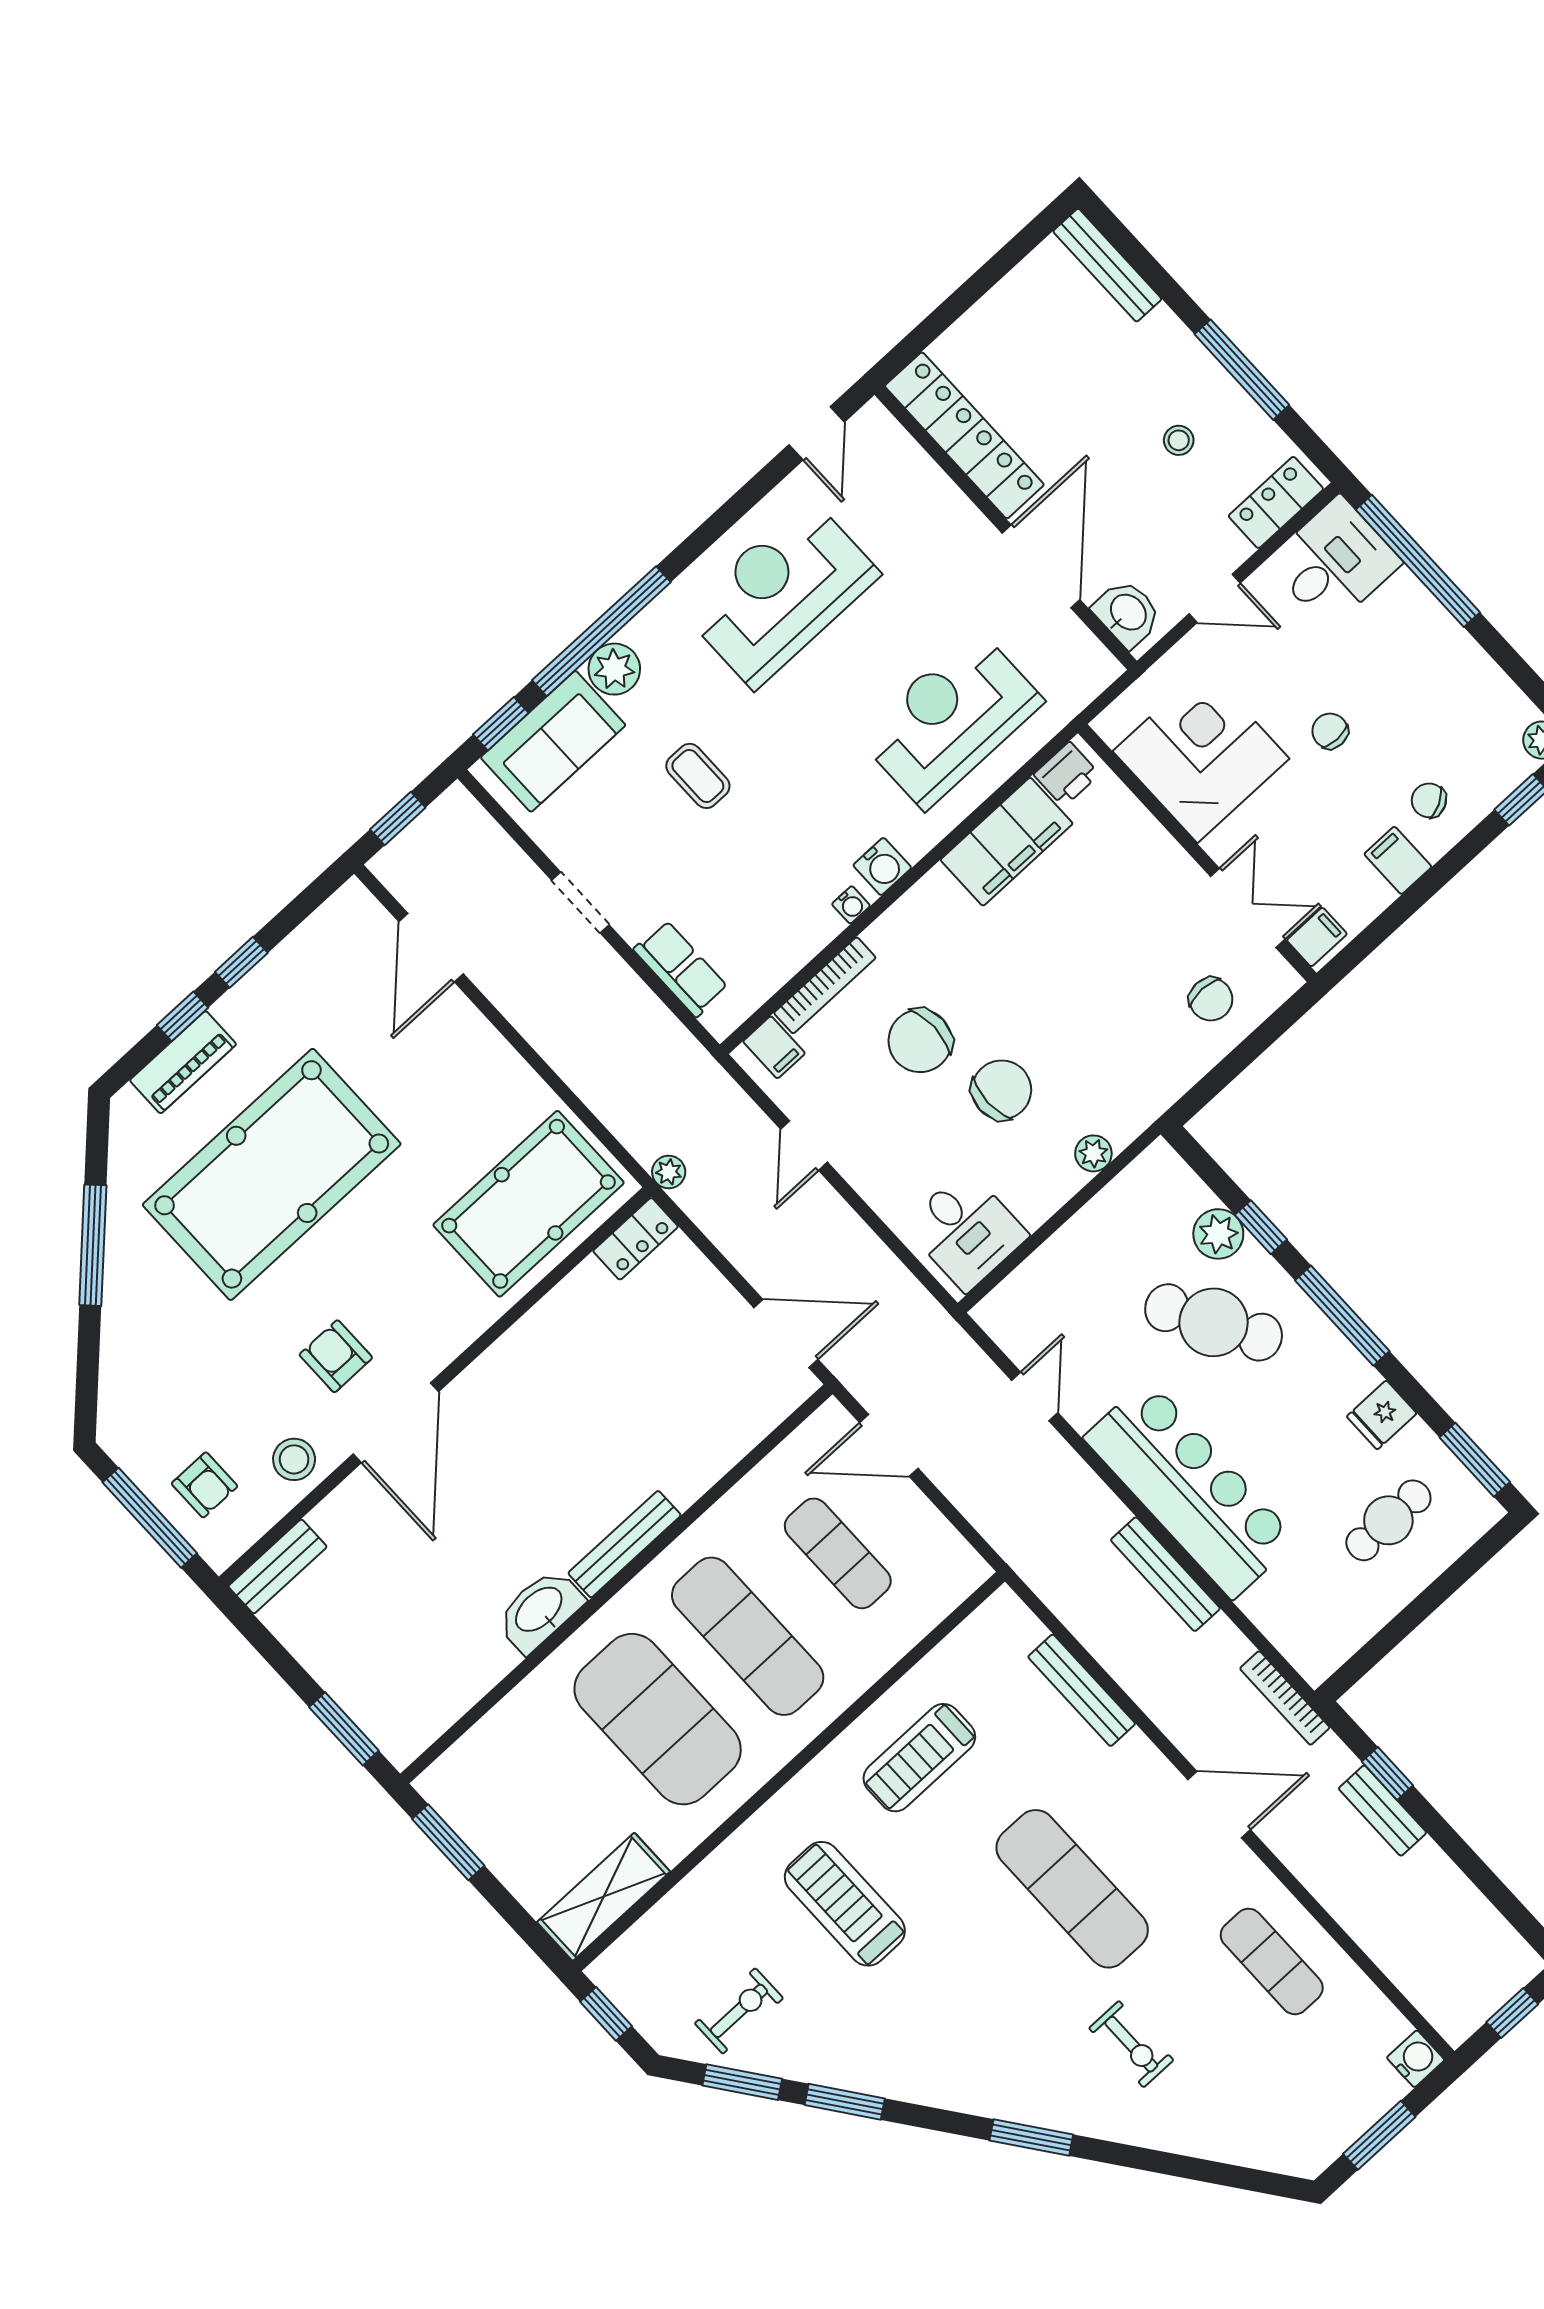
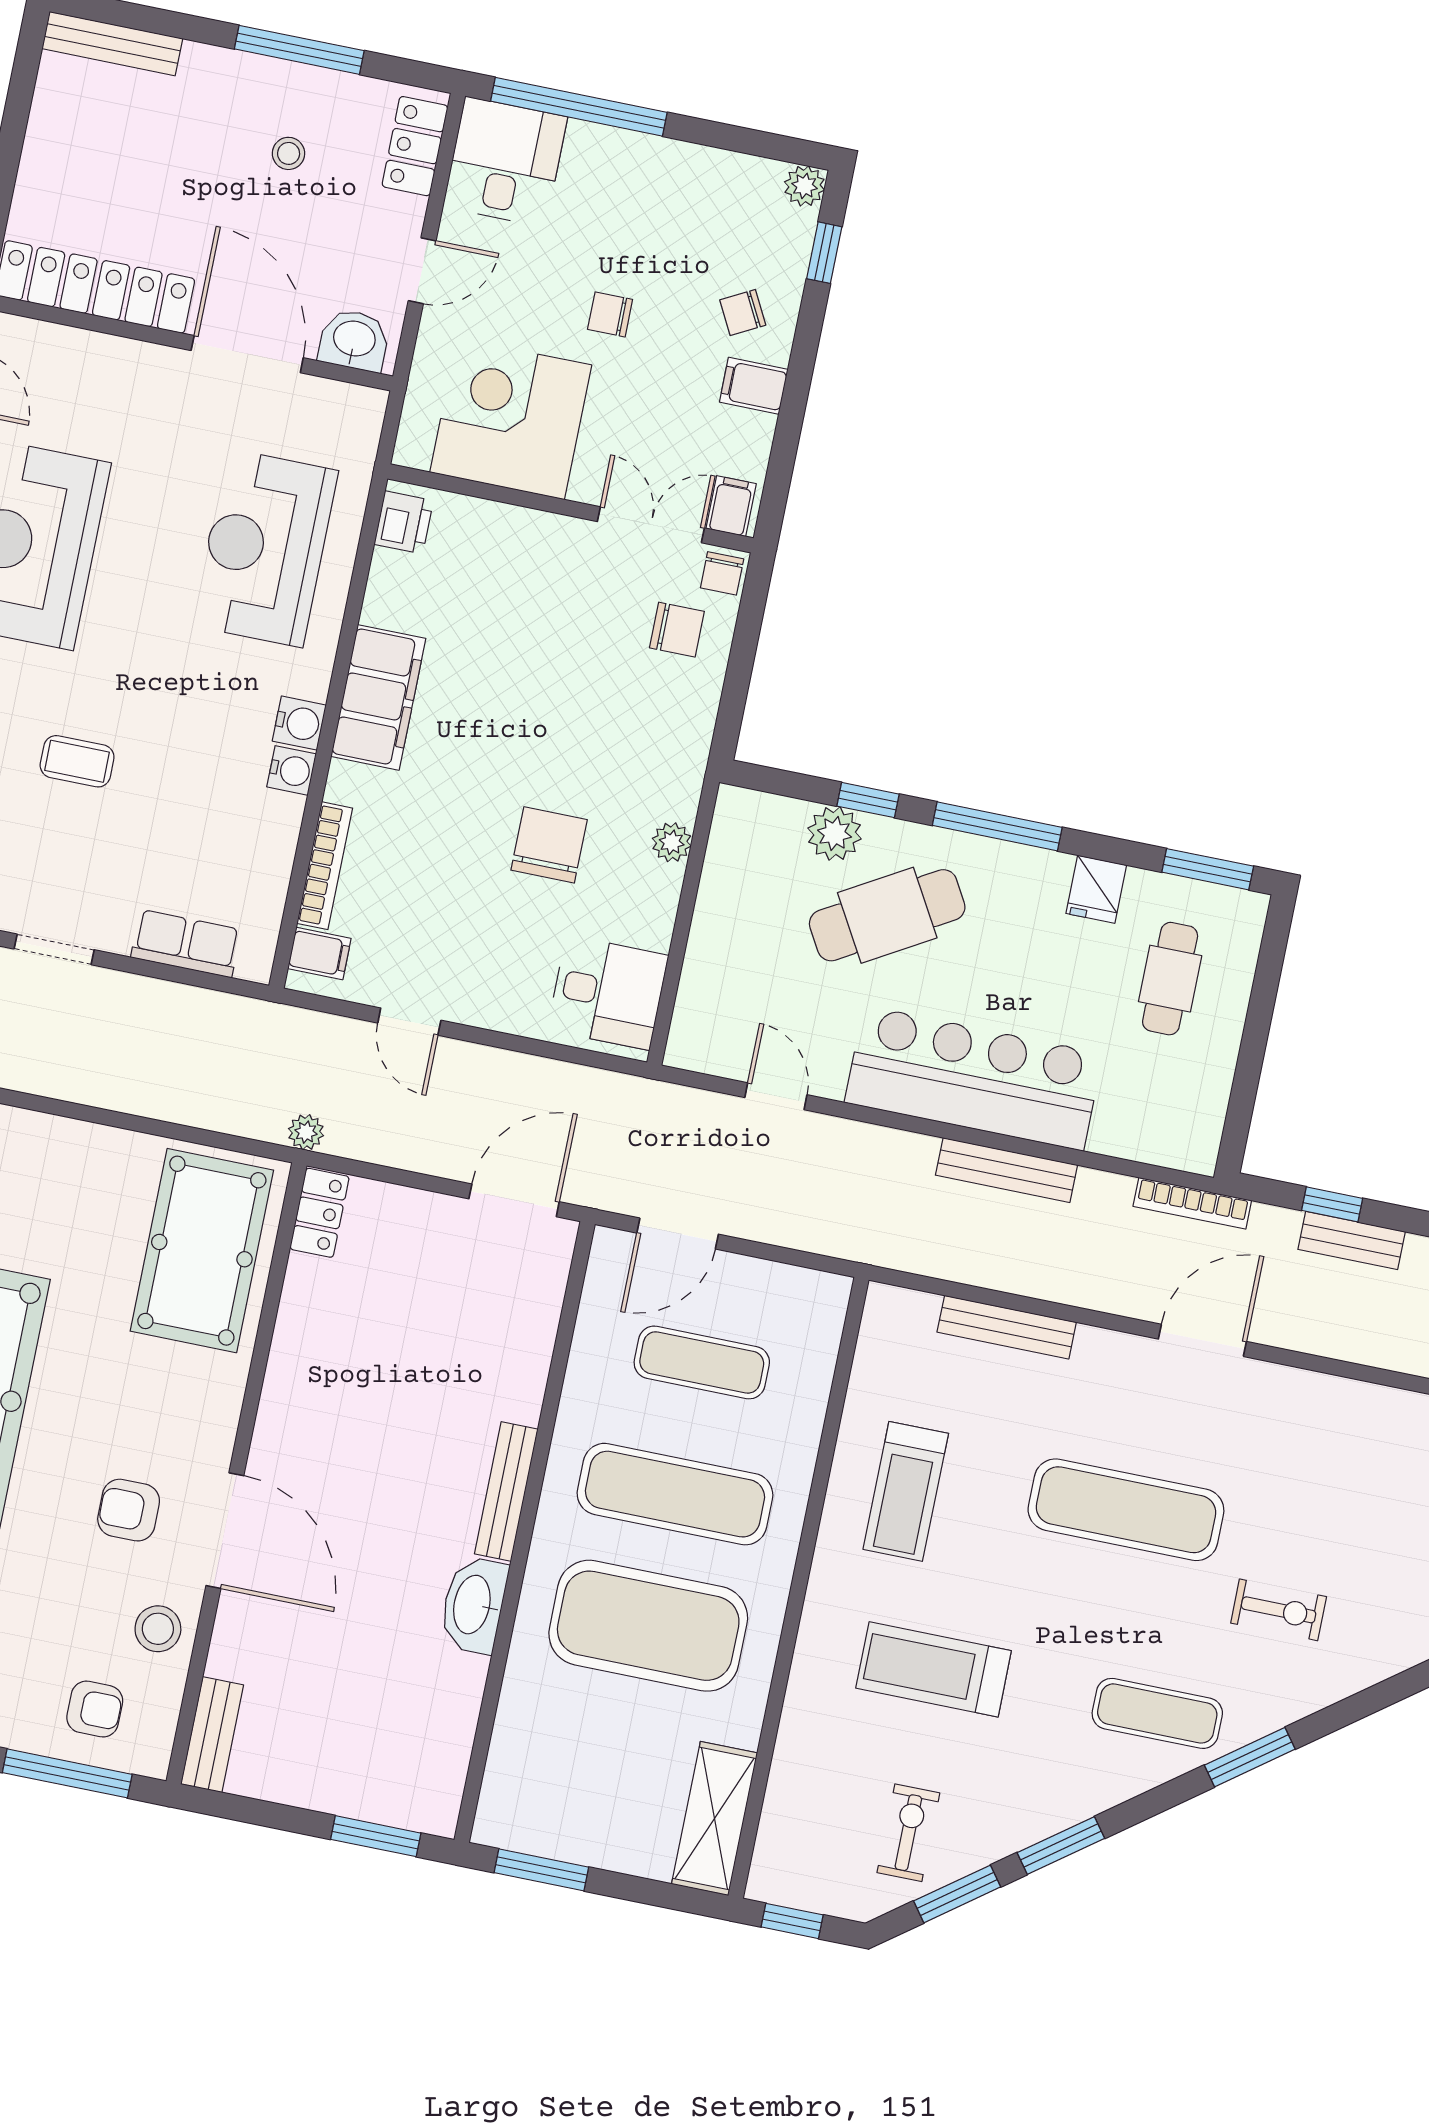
filing cabinet: (1007, 842) -> (378, 697), moved
water cooler: (851, 905) -> (292, 770), width x1.38, depth x1.38
chair: (920, 1041) -> (722, 573), moved, width x0.54, depth x0.54
exercise mat: (1272, 1961) -> (1157, 1713), moved

